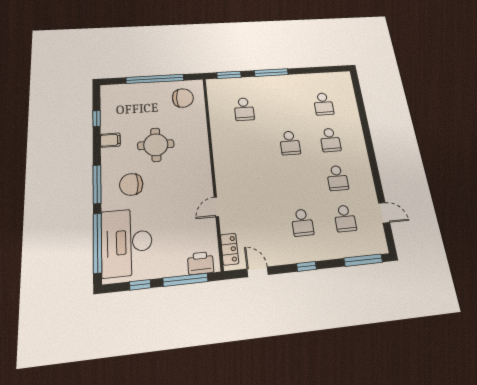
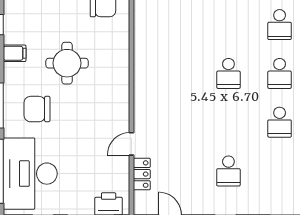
school desk: (244, 109) -> (177, 25), removed
school desk: (345, 218) -> (280, 171), removed
locker: (230, 249) -> (142, 174), moved

